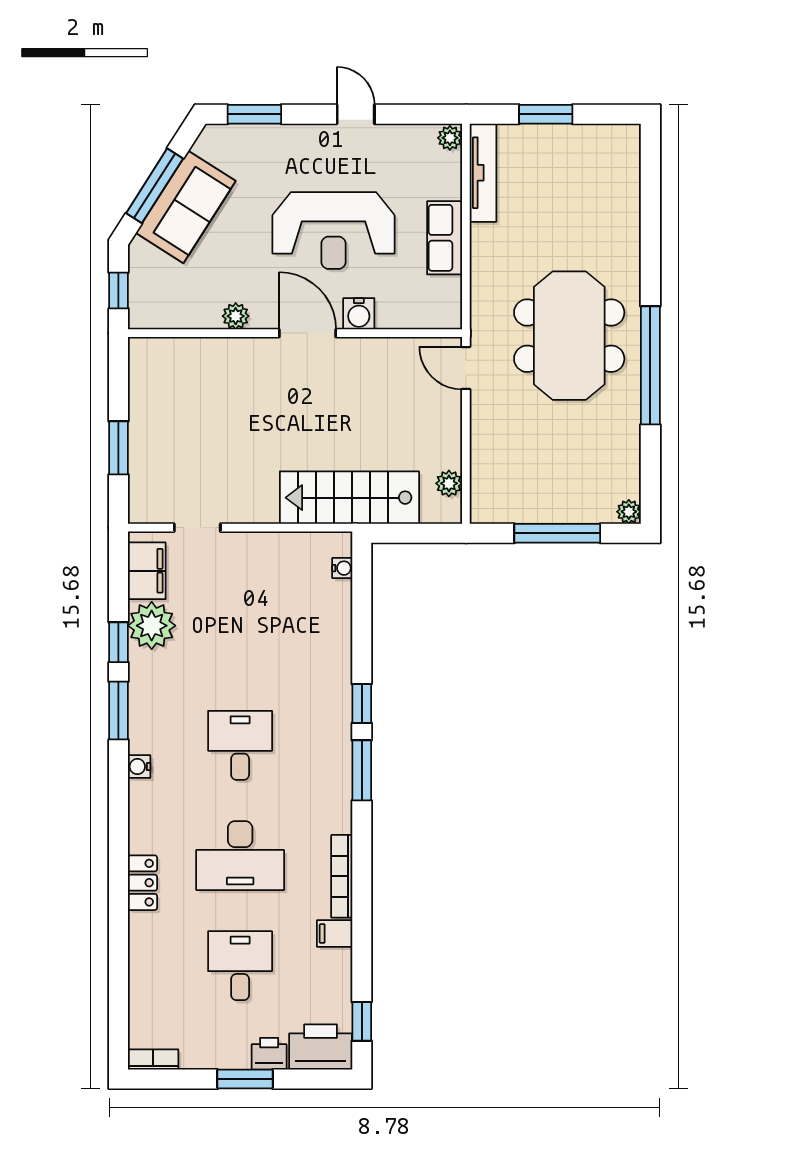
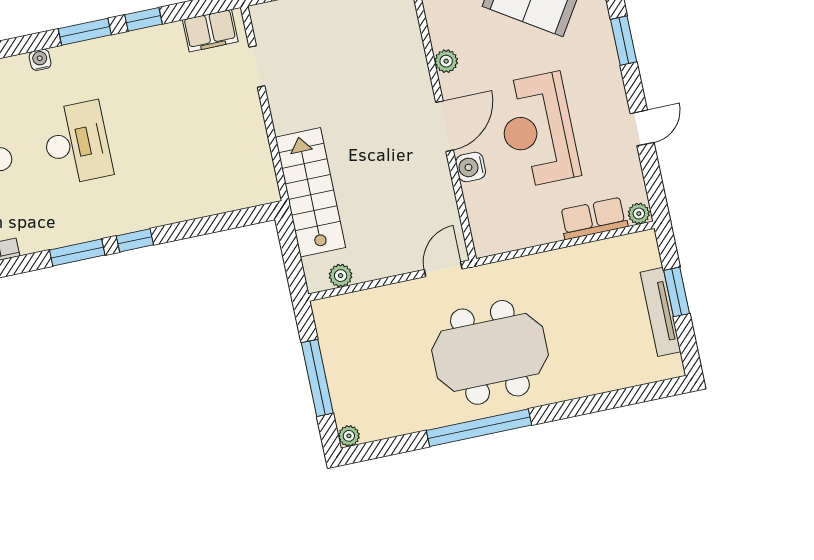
tv unit: (483, 173) -> (660, 312), moved, turned 90
row of seats: (445, 238) -> (594, 218), moved
water cooler: (342, 568) -> (248, 199), removed
plant: (152, 626) -> (164, 45), removed
desk: (240, 745) -> (77, 143), width x1.37

